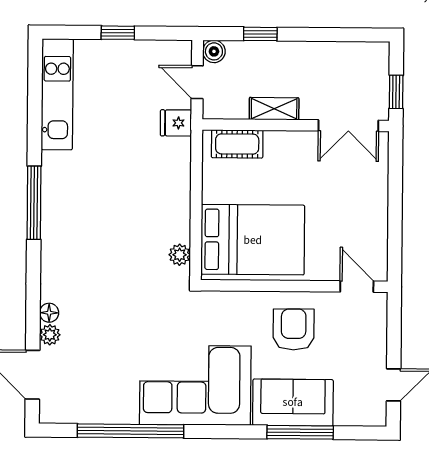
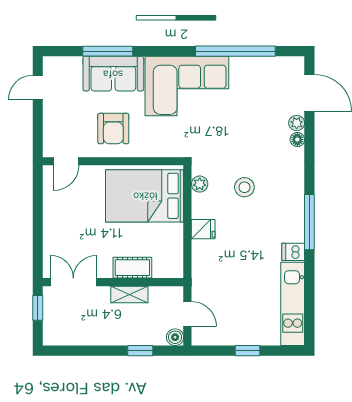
fridge: (176, 123) -> (203, 229), moved
cot: (237, 144) -> (132, 268), moved
dishwasher: (56, 163) -> (293, 252), added
stool: (120, 250) -> (244, 187), added
door: (357, 287) -> (66, 161), hinge flipped

